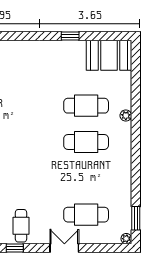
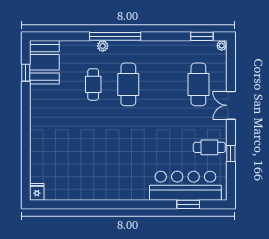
window: (70, 36) -> (26, 73), moved
cafe table: (86, 106) -> (93, 84), width x0.73, depth x0.74
window: (136, 128) -> (115, 36), added

